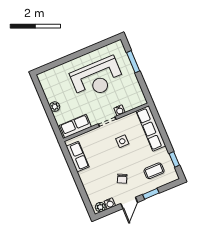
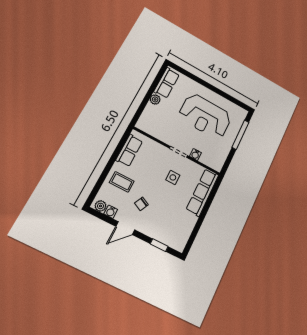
window: (133, 62) -> (240, 135), width x1.44
row of seats: (75, 126) -> (167, 83), moved, turned 90
window: (174, 159) -> (194, 234), removed
coffee table: (154, 171) -> (122, 182), moved
window: (151, 194) -> (159, 245), moved

